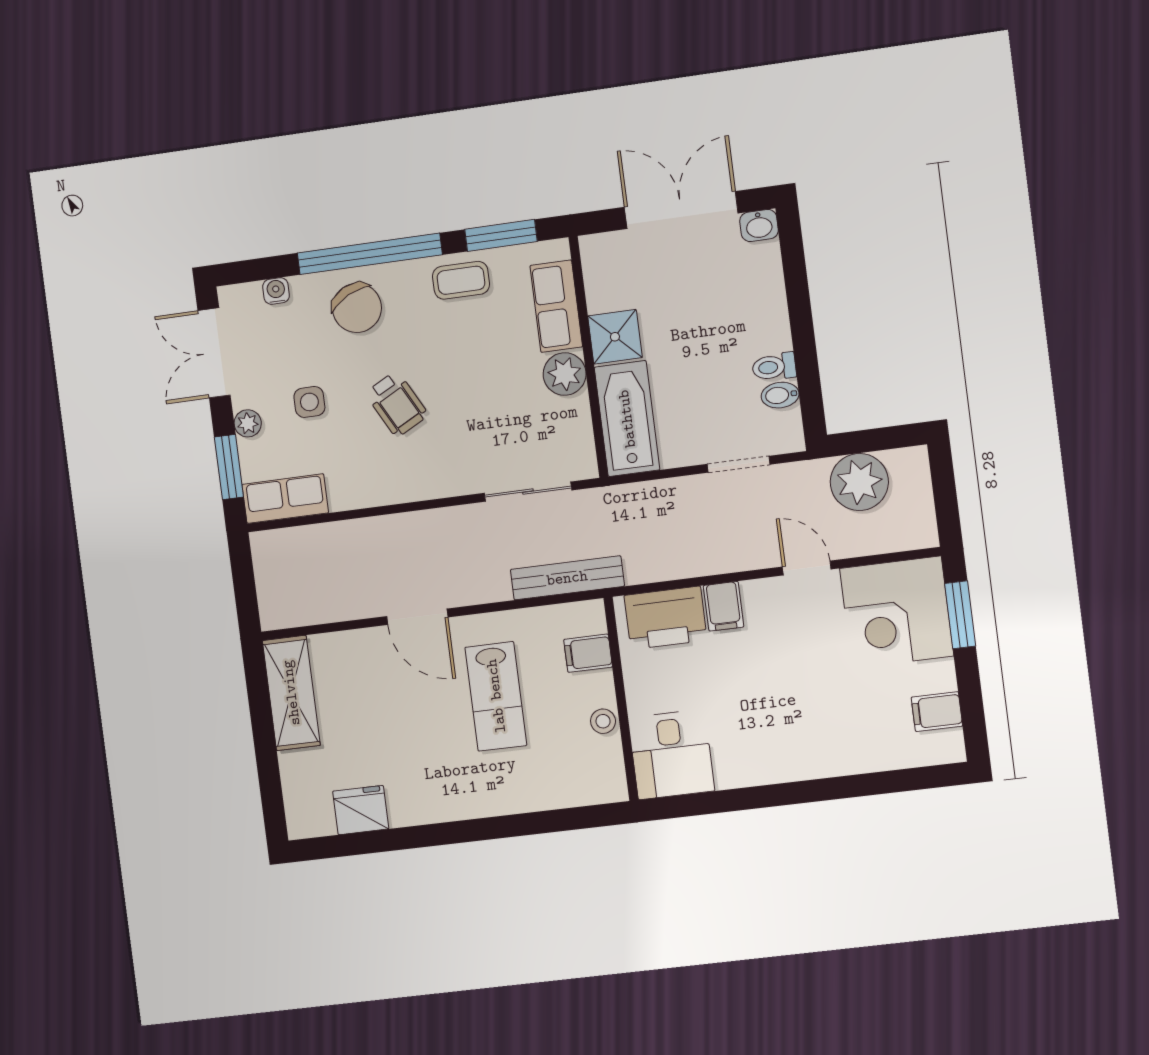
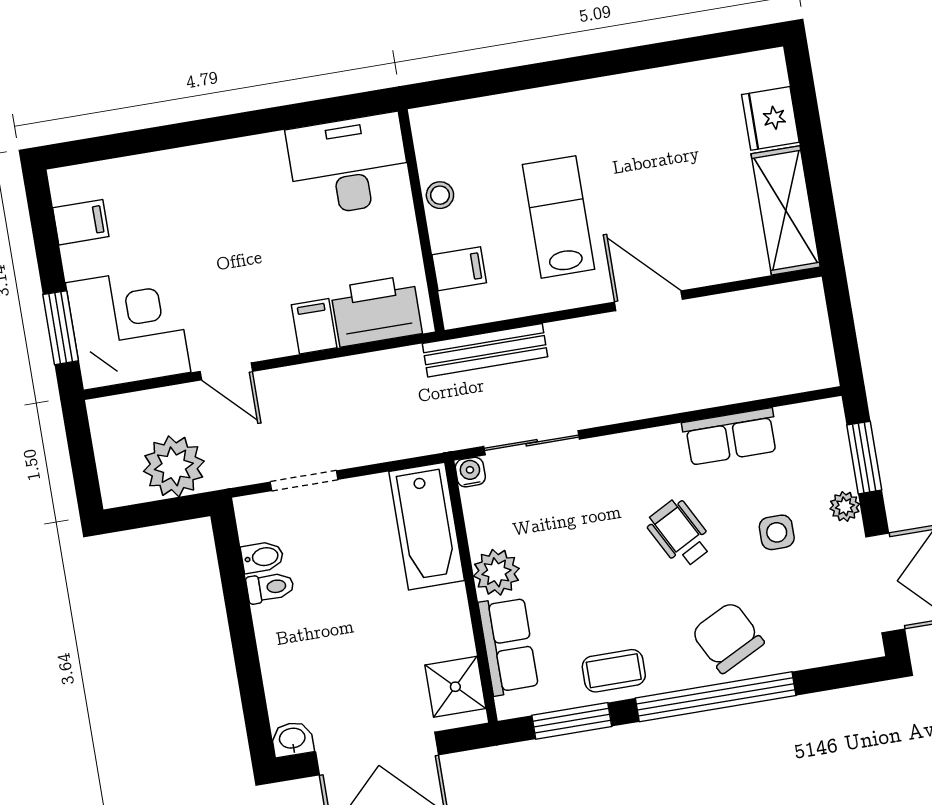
water cooler: (276, 291) -> (470, 472), moved, turned 180
shower: (615, 337) -> (455, 687), moved
row of seats: (285, 499) -> (730, 437), moved
desk: (671, 754) -> (349, 165), width x1.37
fridge: (361, 810) -> (770, 118), moved, turned 90

